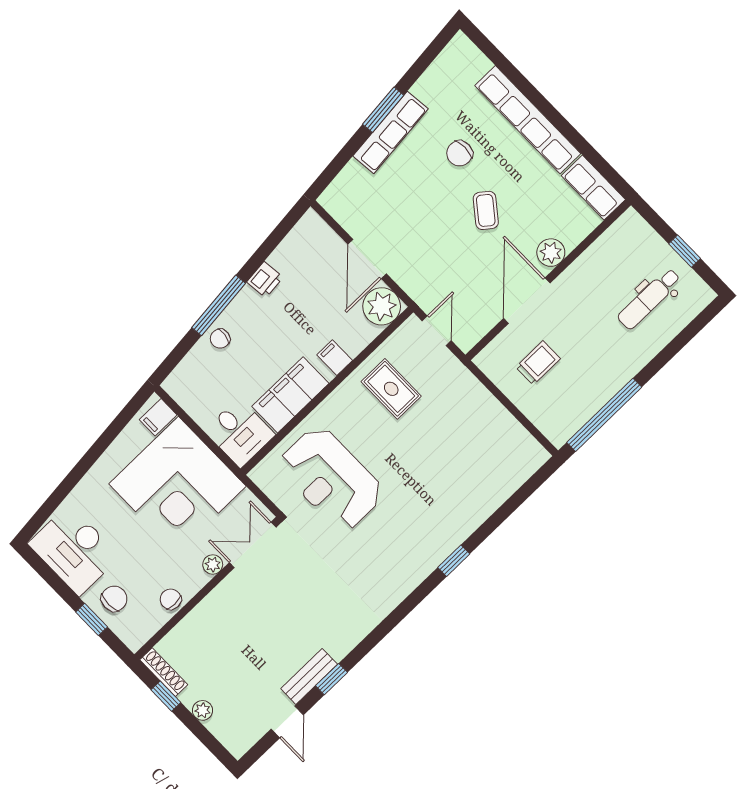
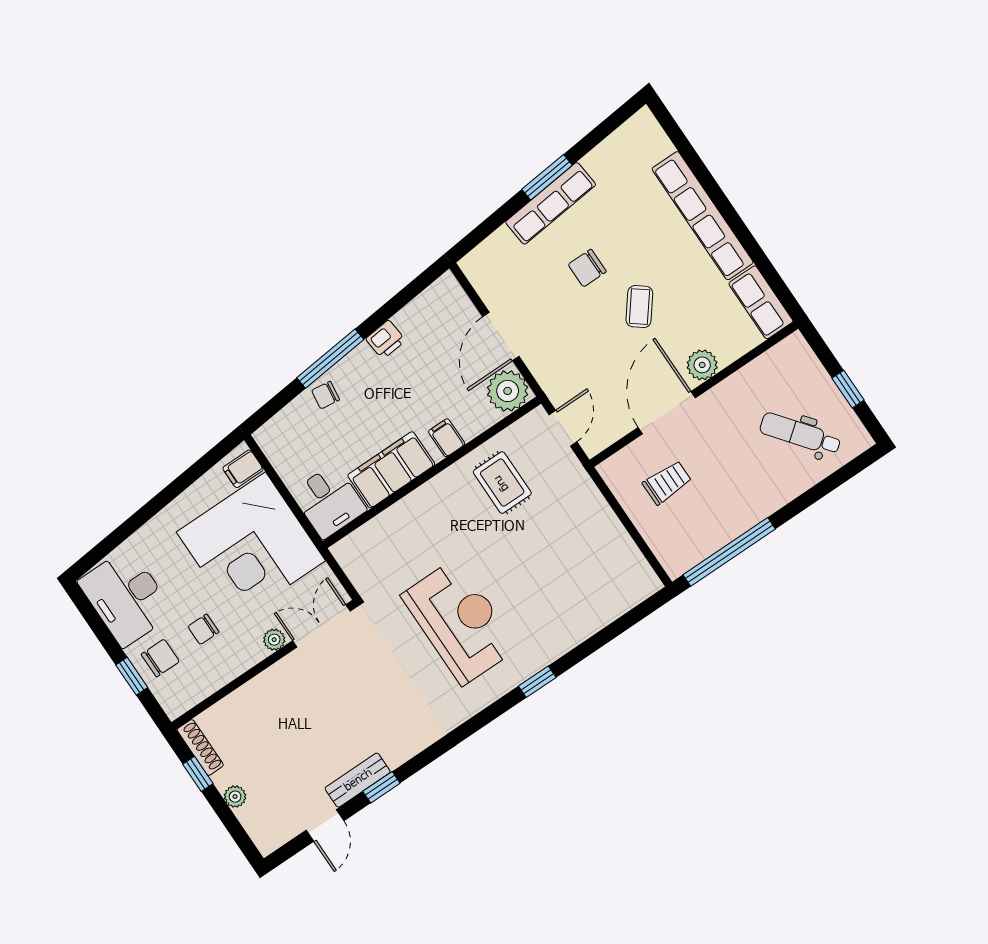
chair: (460, 153) -> (587, 268), moved
dental chair: (649, 299) -> (800, 434), turned 52
reception desk: (331, 479) -> (460, 622), moved, turned 180
chair: (171, 599) -> (203, 629), moved, turned -90

